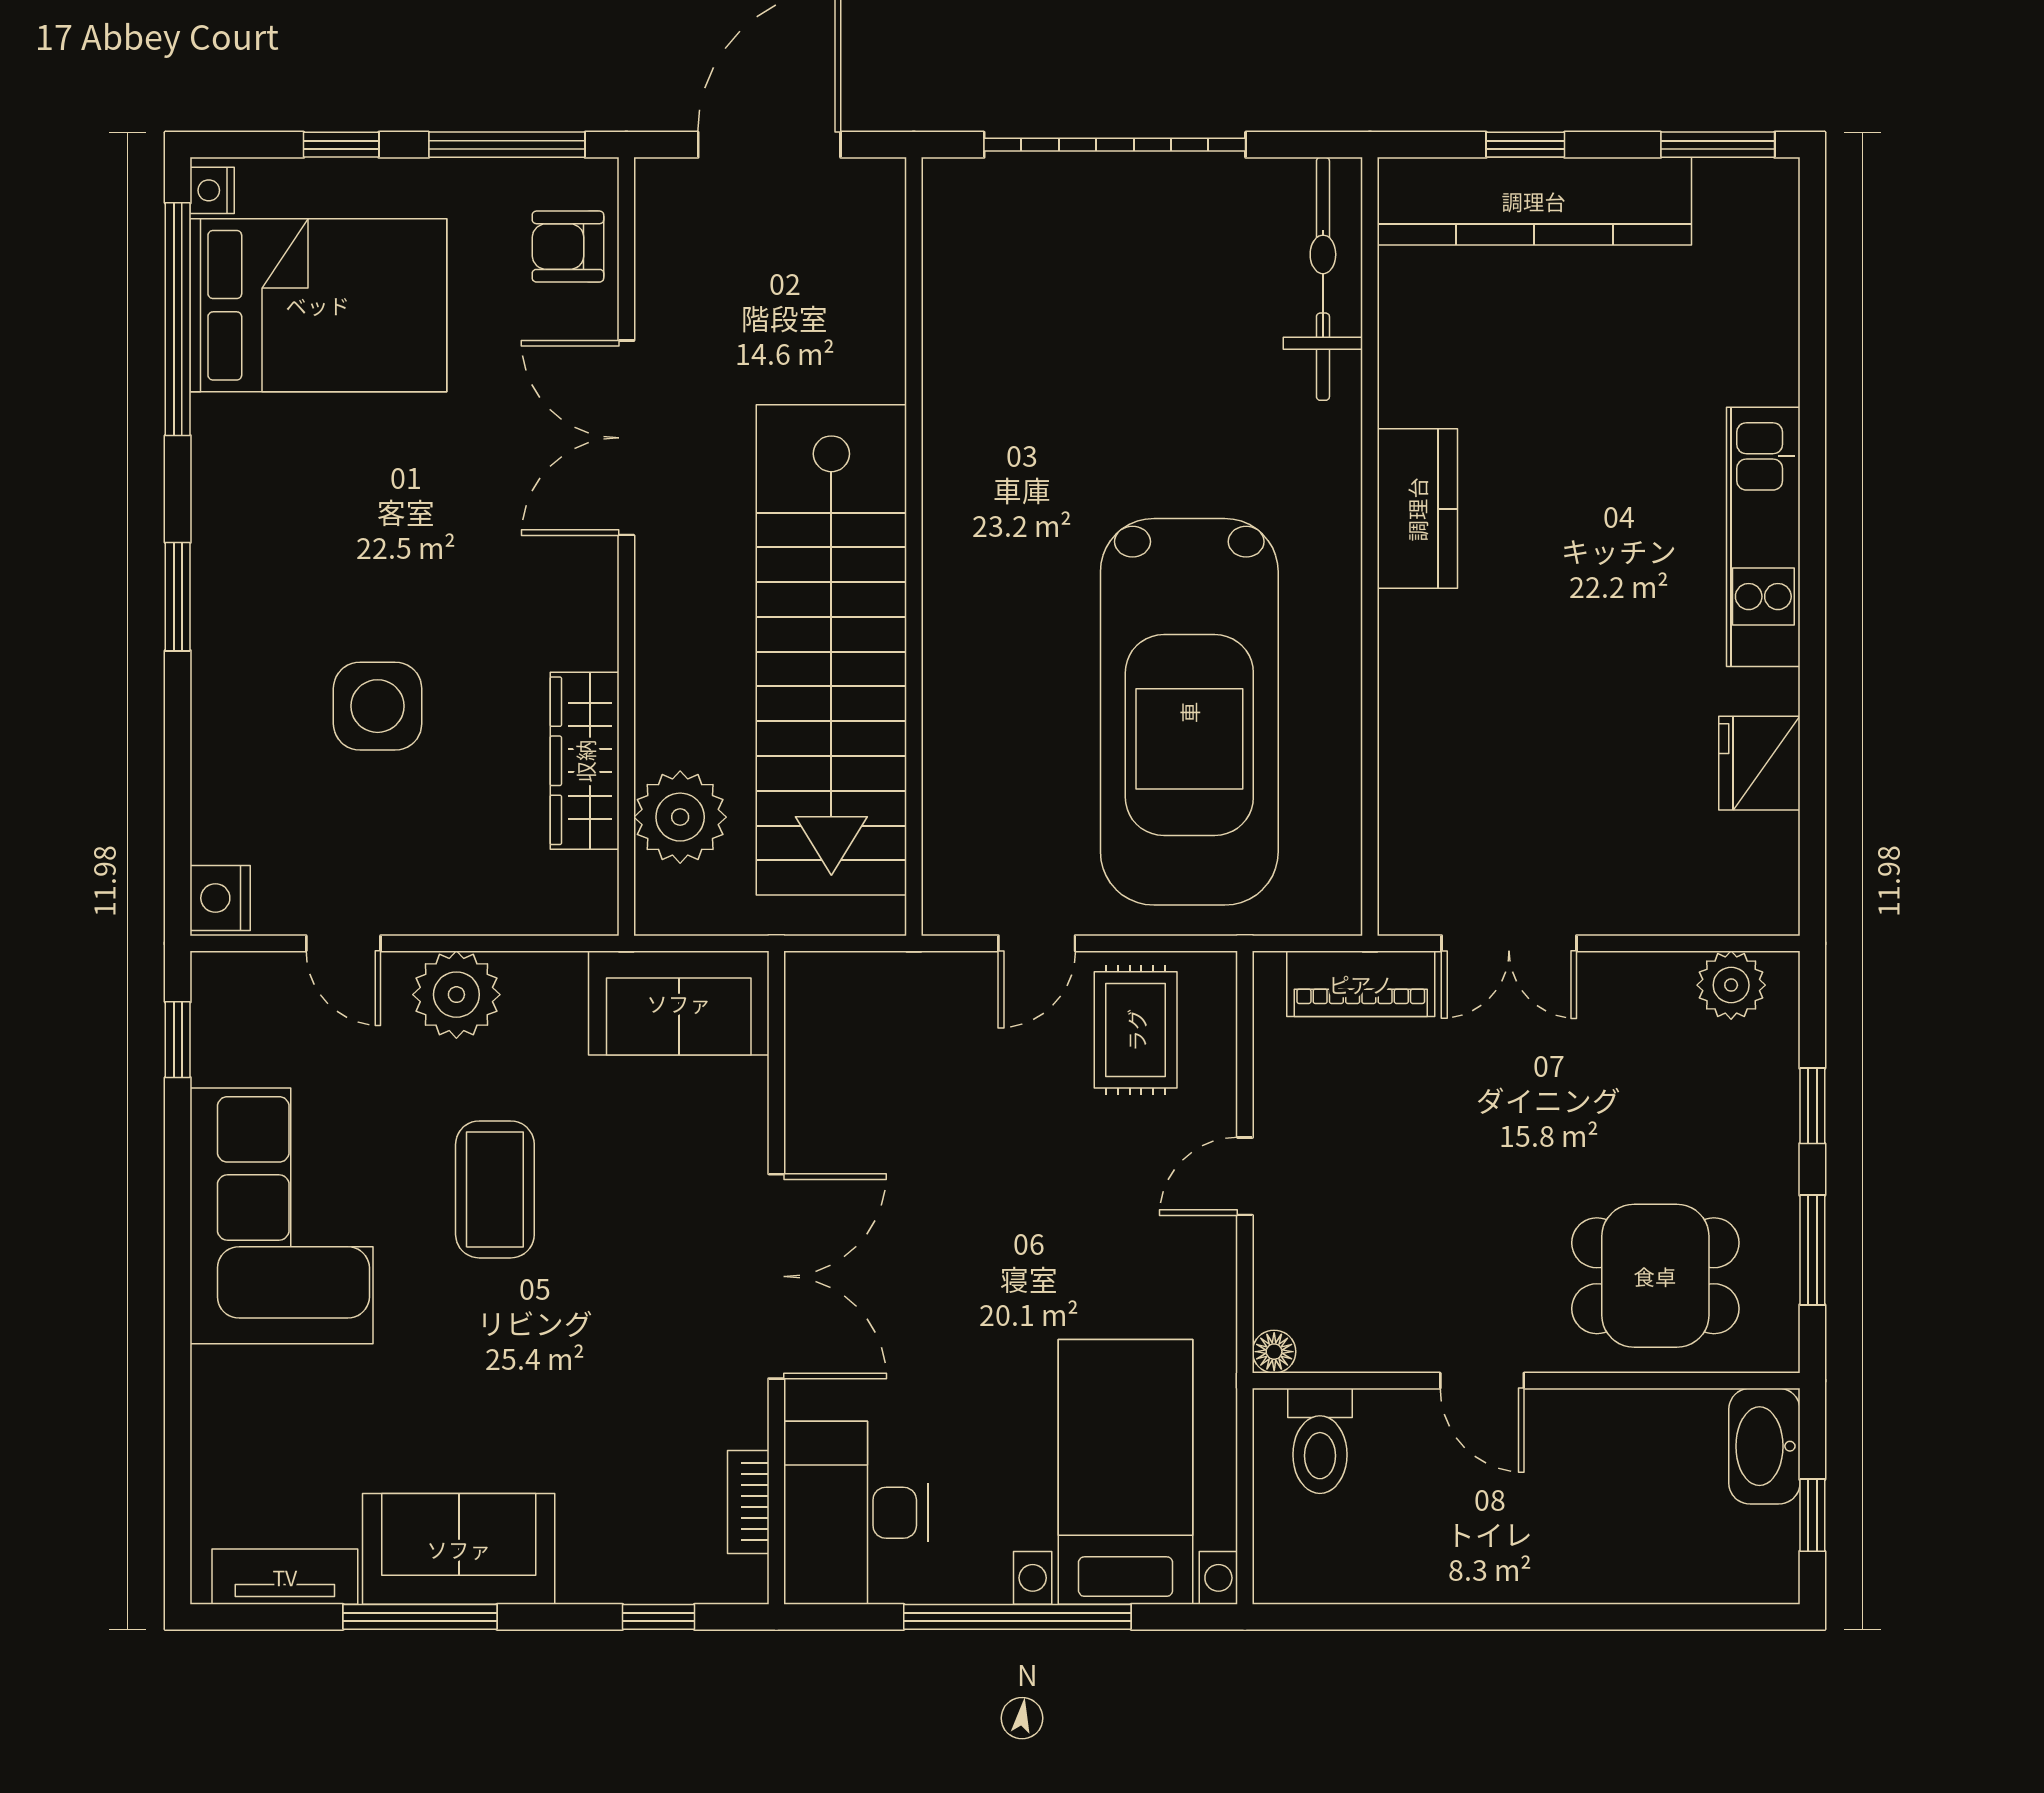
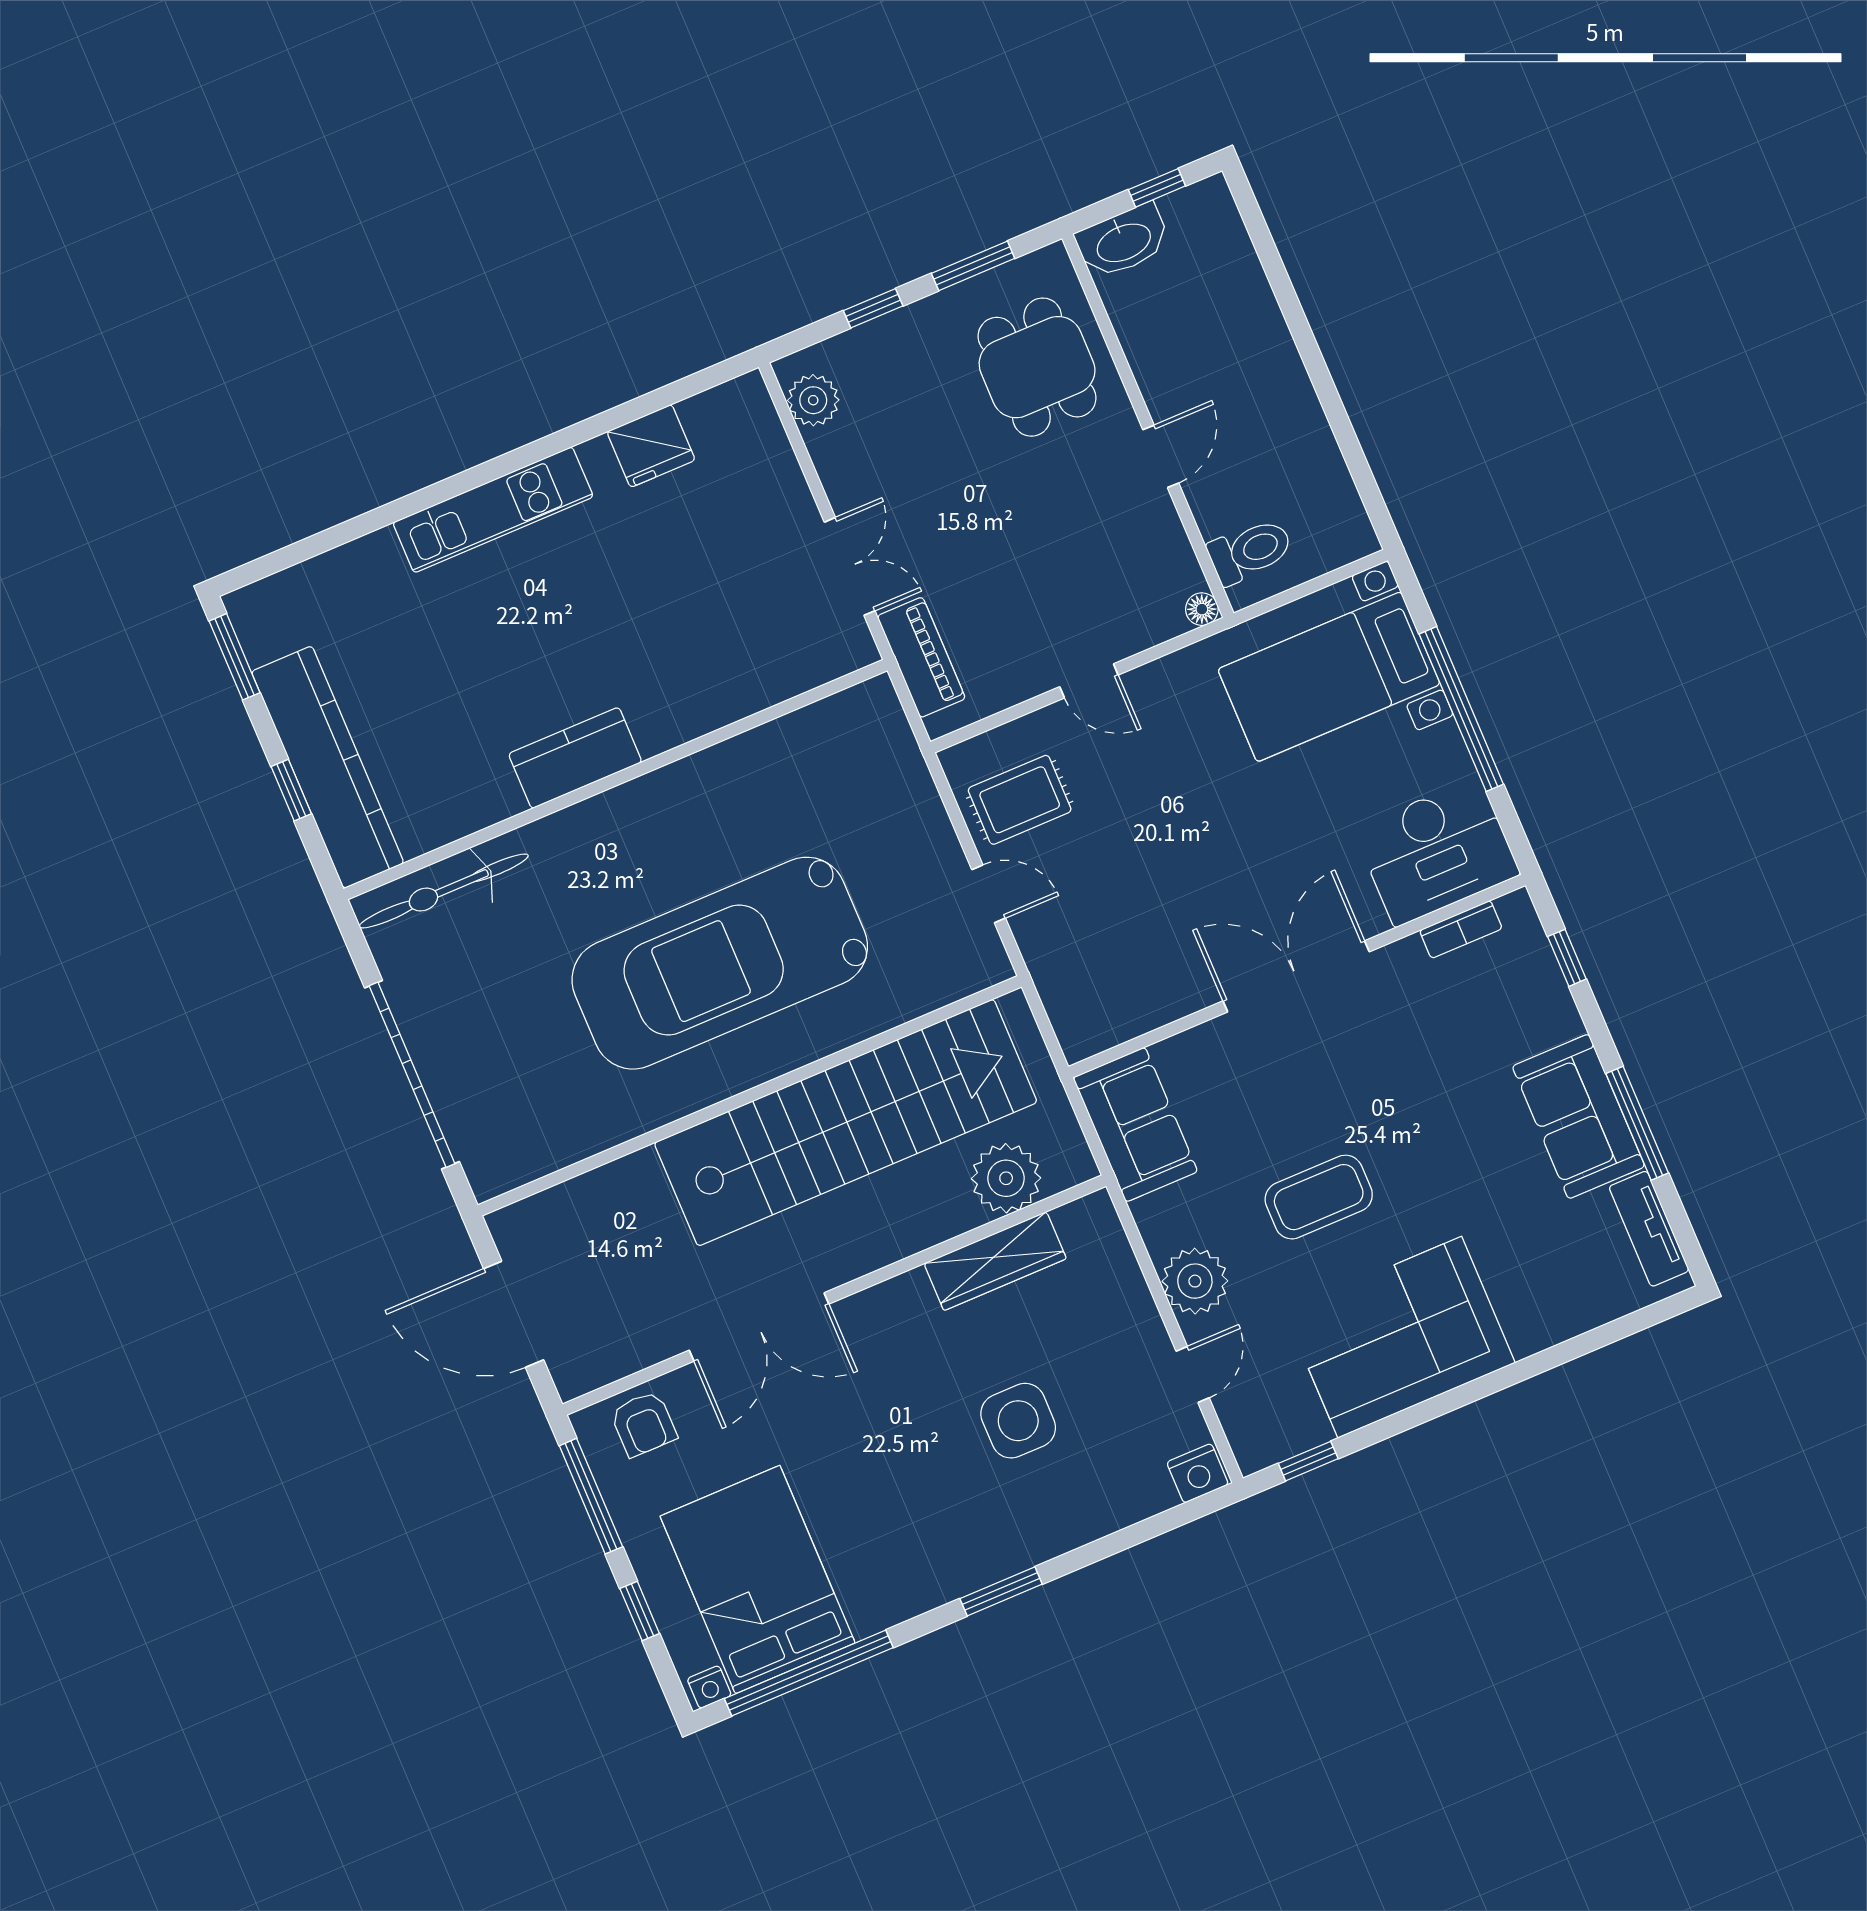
car: (1189, 712) -> (720, 963), moved, turned 180

